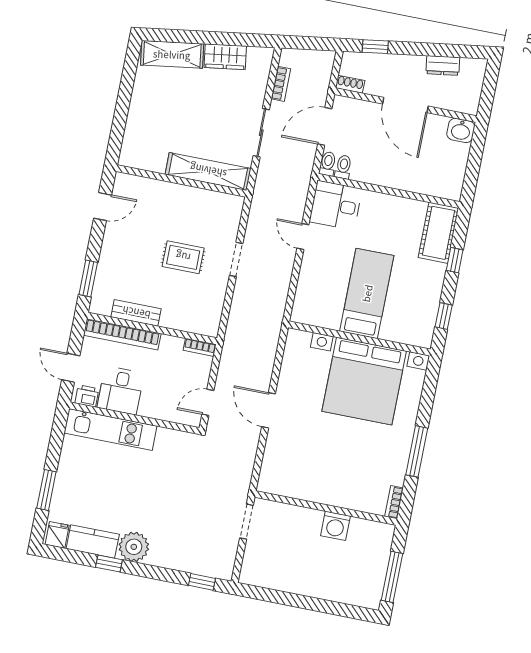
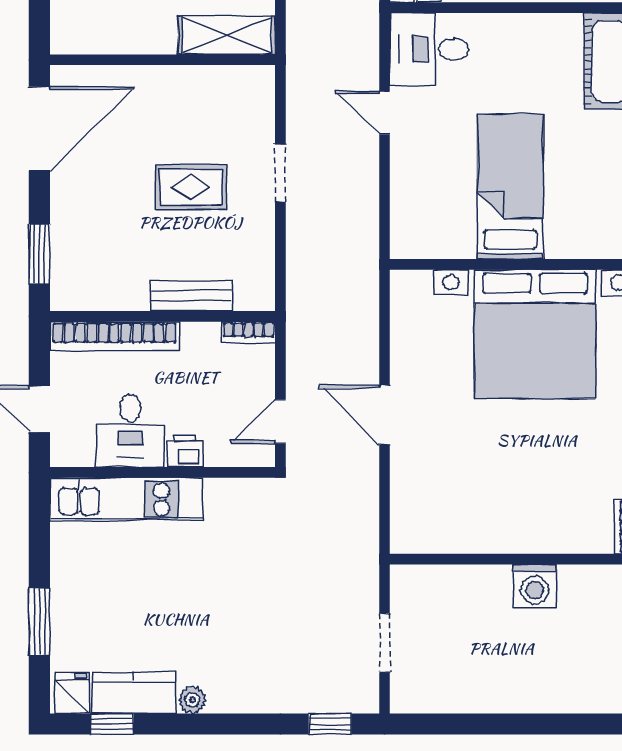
shelving: (208, 171) -> (227, 35), width x0.68
door: (103, 207) -> (39, 129), width x1.87
bench: (136, 313) -> (191, 296), moved
printer: (87, 396) -> (185, 451), moved
doorway: (246, 522) -> (385, 643), moved
plant: (134, 547) -> (192, 700), width x0.53, depth x0.53
window: (109, 563) -> (112, 724), moved

